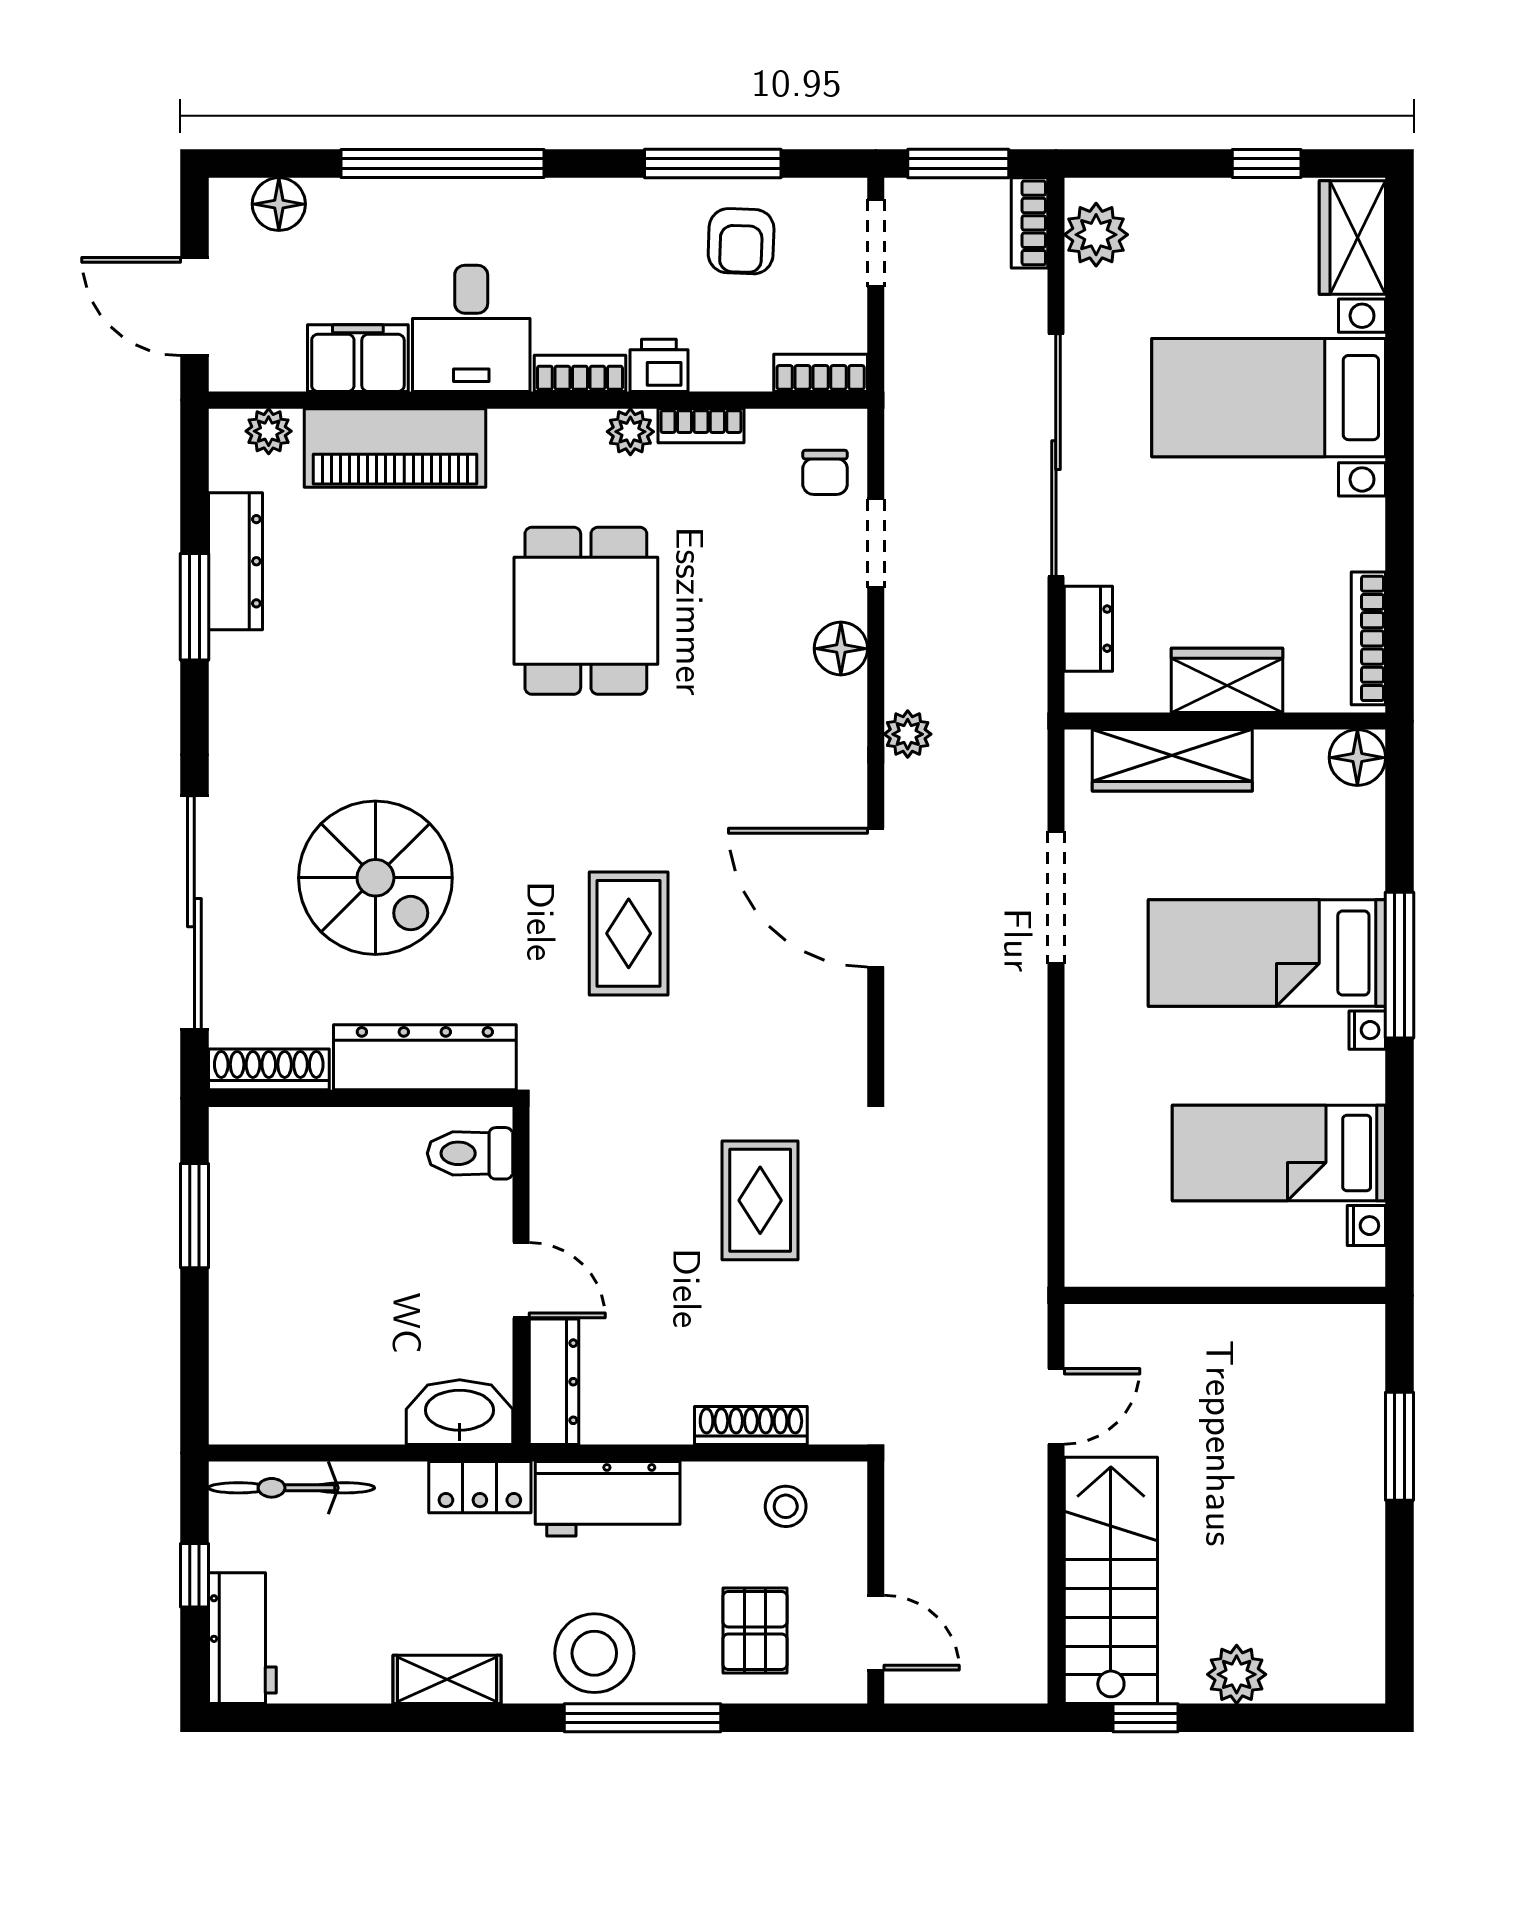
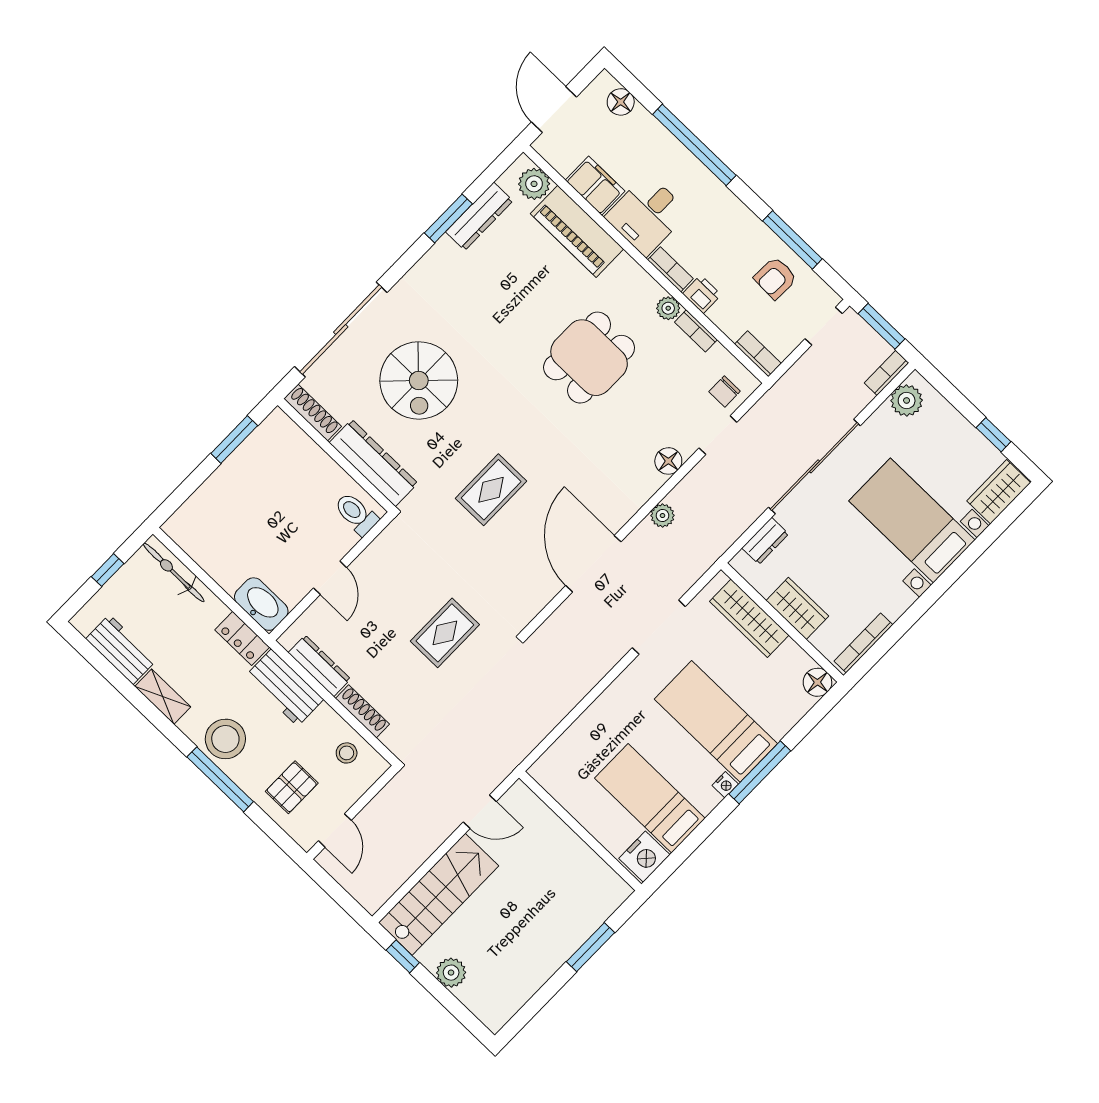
plant: (269, 431) -> (534, 184), width x1.38, depth x1.38
nightstand: (1366, 1226) -> (644, 857), width x1.89, depth x1.79
dresser: (554, 1382) -> (319, 666), moved, turned -90
workbench: (242, 1638) -> (121, 650), moved, turned -90

